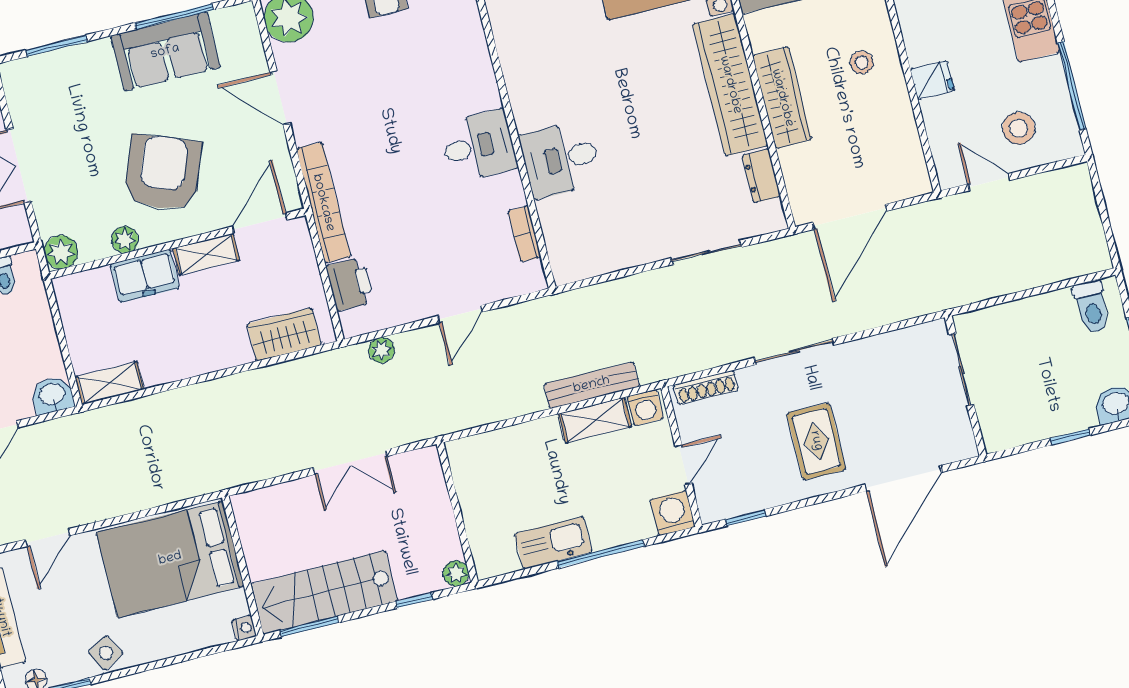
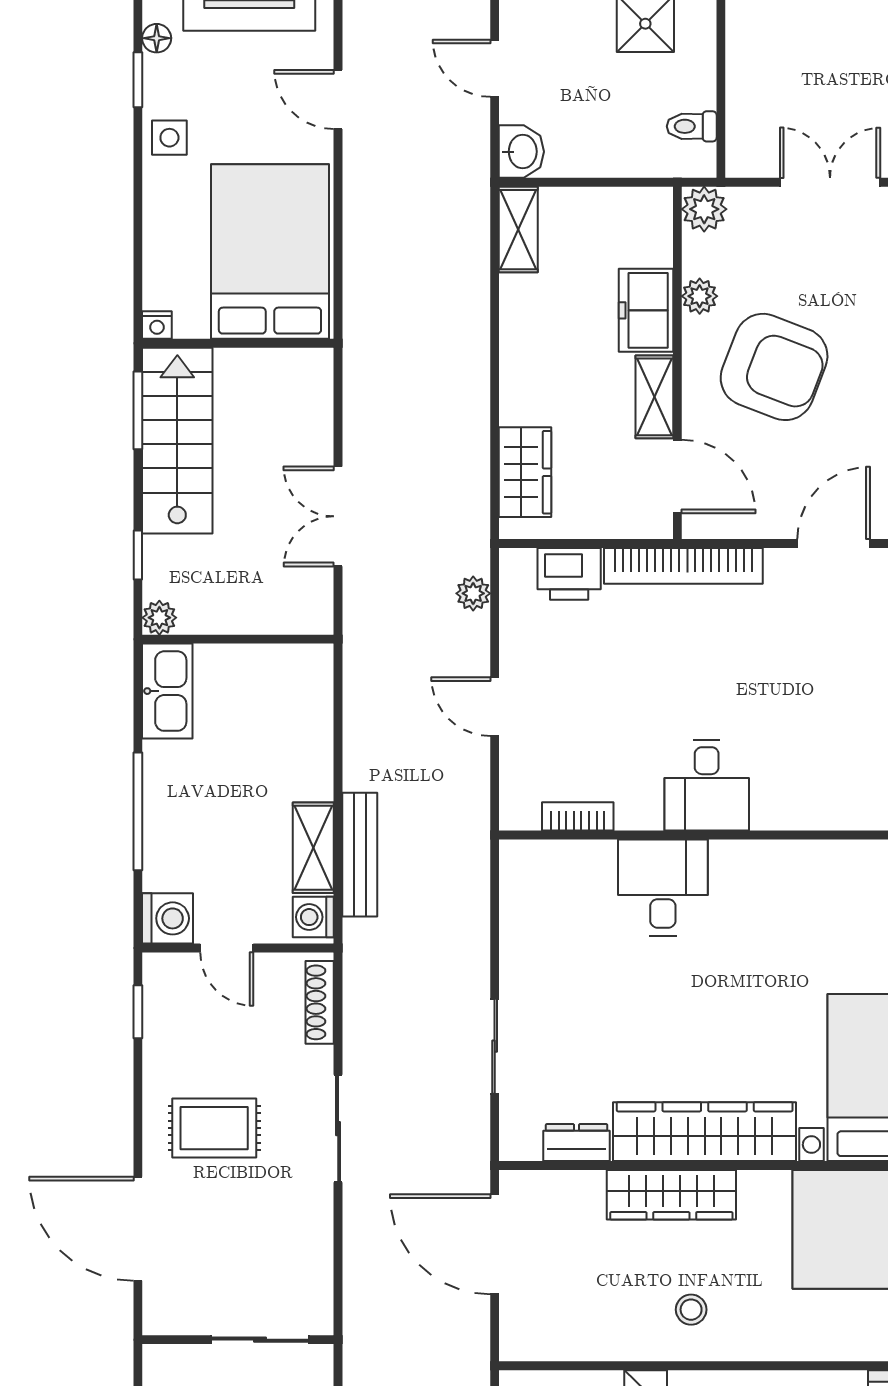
kitchen sink: (553, 543) -> (167, 691), moved
side table: (106, 653) -> (169, 138), turned 30

